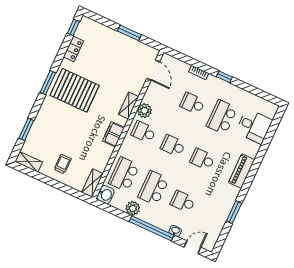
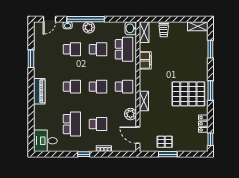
pallet: (126, 48) -> (165, 142), added
plant: (145, 111) -> (130, 114), moved
desk: (254, 126) -> (45, 141), moved
filing cabinet: (113, 134) -> (145, 60), moved
trolley: (63, 164) -> (164, 30), moved
school desk: (153, 188) -> (98, 49), width x0.54
plant: (133, 208) -> (89, 27), moved

